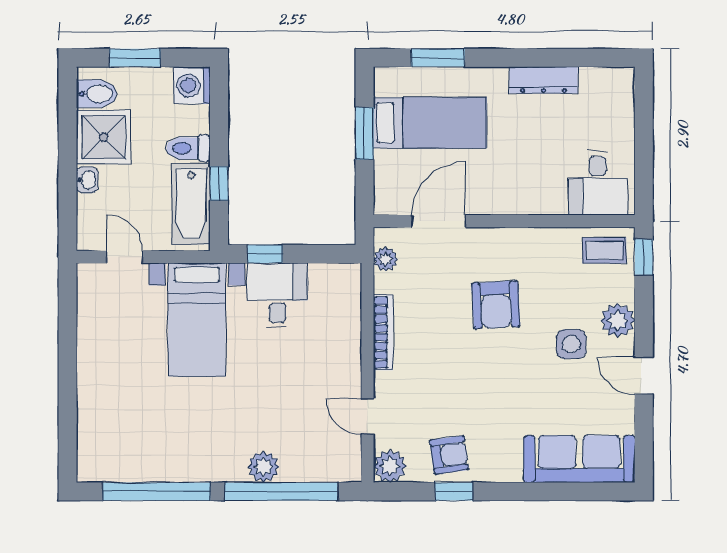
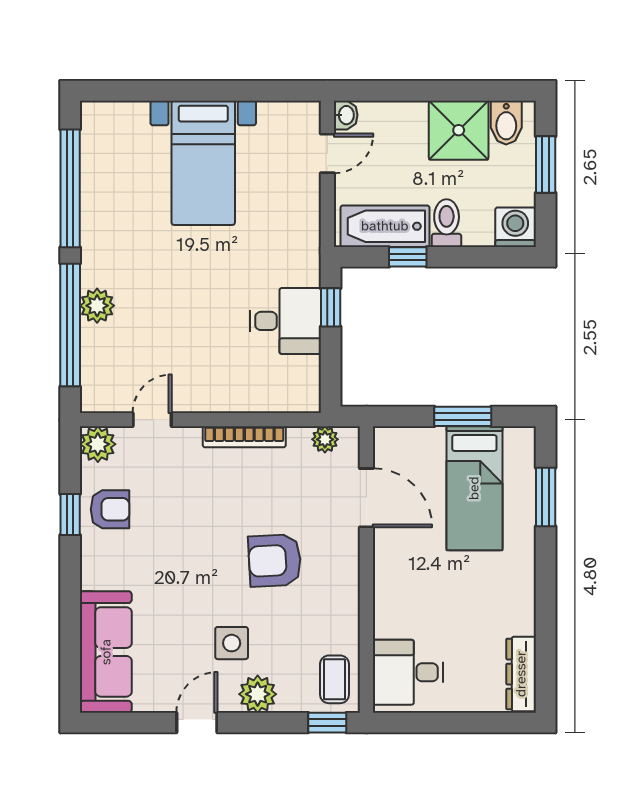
dresser: (543, 80) -> (521, 674), moved
washbasin: (87, 180) -> (346, 115), moved, turned -90
bed with nightstands: (197, 320) -> (203, 163), moved, turned -90
armchair: (449, 455) -> (110, 509), turned -82

